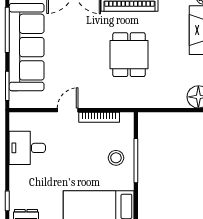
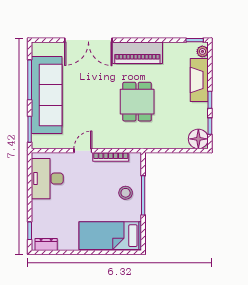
desk: (27, 148) -> (47, 179), width x1.37

